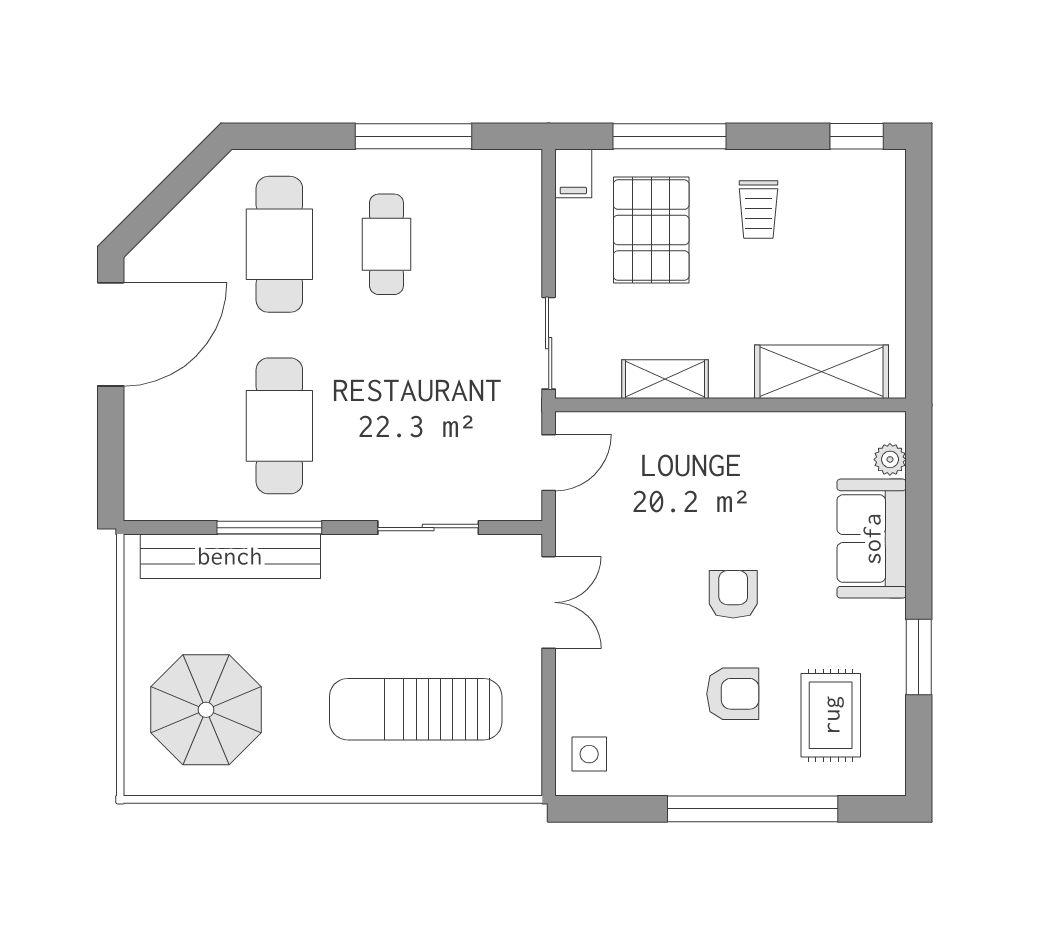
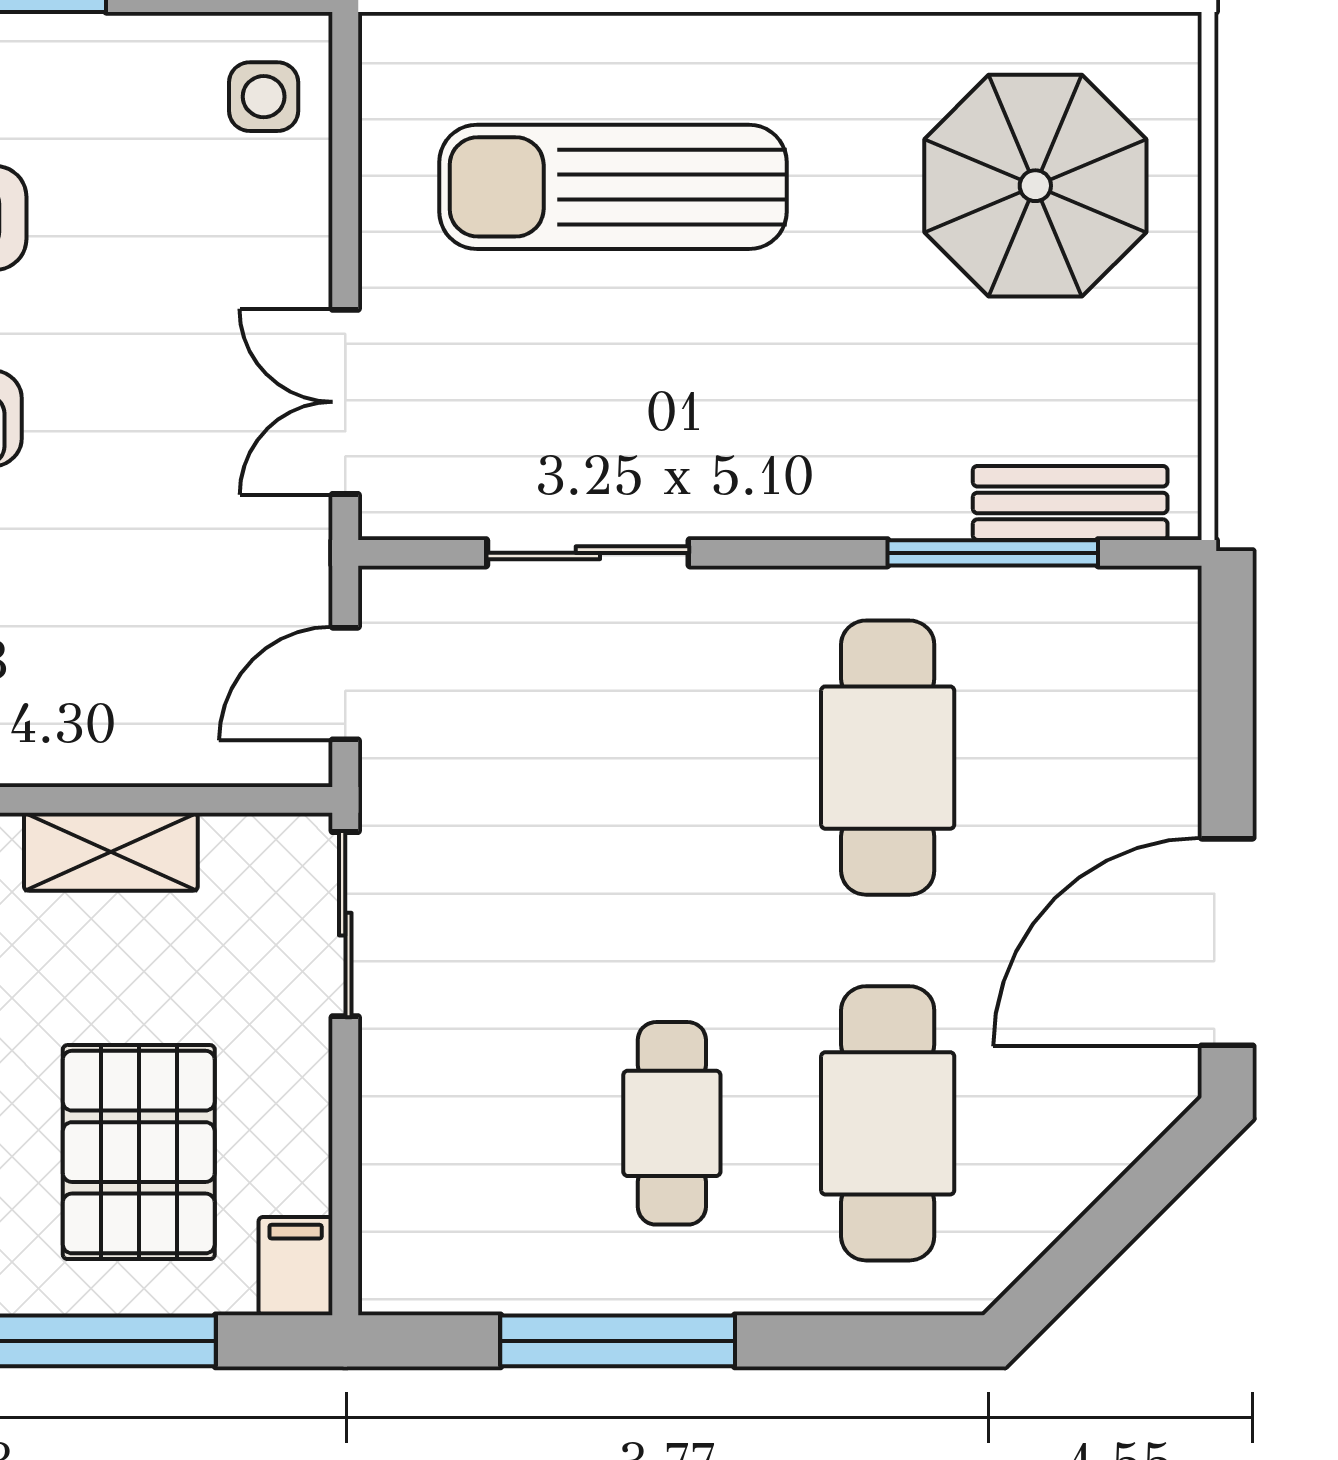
window: (269, 528) -> (993, 553), moved
bench: (230, 556) -> (1070, 503), width x0.54, depth x0.82
sun lounger: (416, 709) -> (613, 187), turned 180

